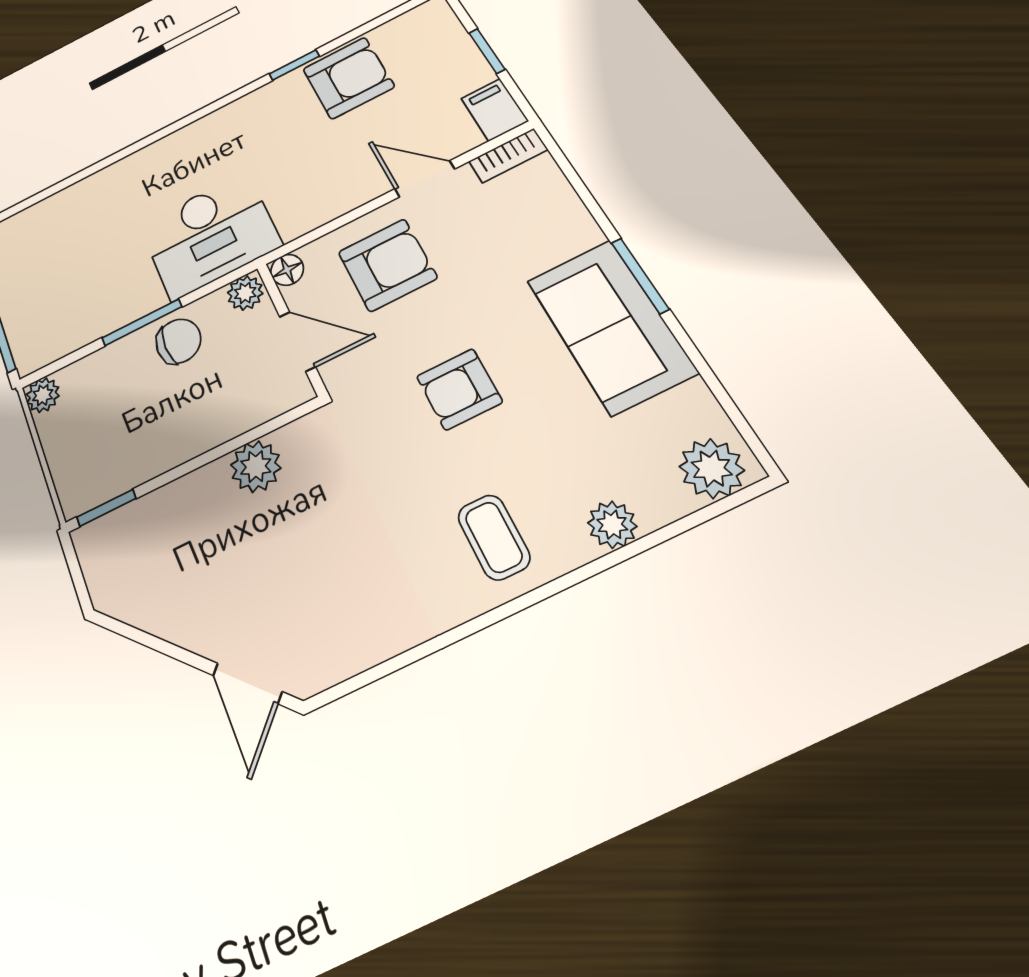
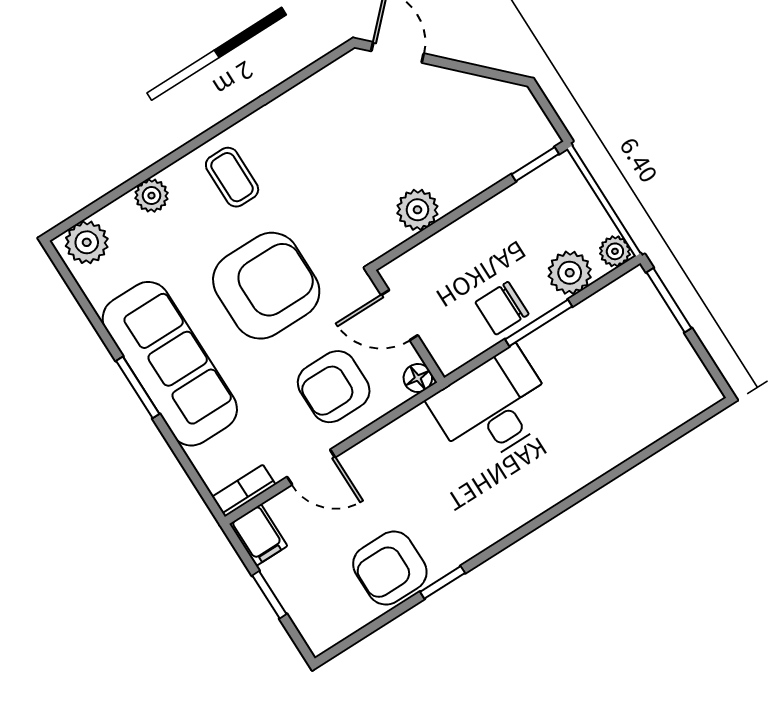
plant: (245, 293) -> (570, 273), moved, width x1.38, depth x1.38
sofa: (610, 326) -> (170, 364), width x1.36
armchair: (459, 389) -> (266, 286), width x1.88, depth x1.88

